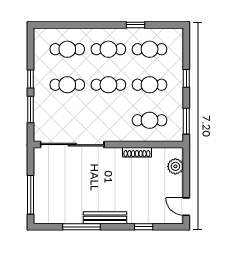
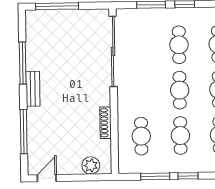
window: (186, 121) -> (155, 176), moved
bench: (105, 218) -> (33, 89), width x0.73
window: (144, 227) -> (24, 132), width x2.17

